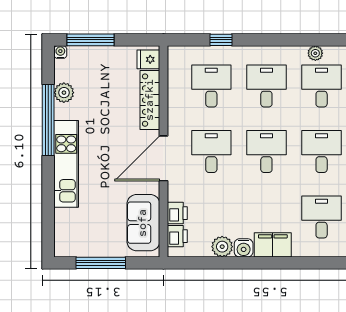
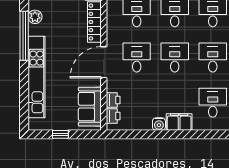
kitchen unit: (66, 164) -> (37, 77), width x1.36
plant: (222, 247) -> (144, 123), removed
window: (101, 263) -> (60, 134), width x0.46

